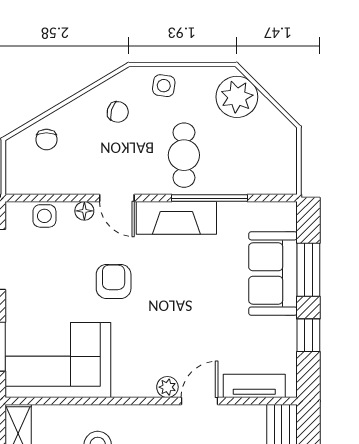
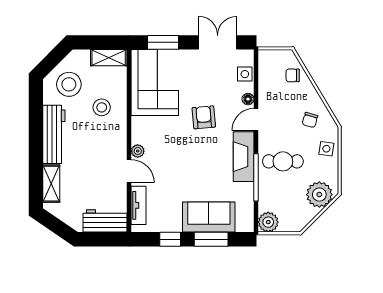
plant: (281, 179) -> (268, 222), added
armchair: (114, 281) -> (204, 117), turned -95

